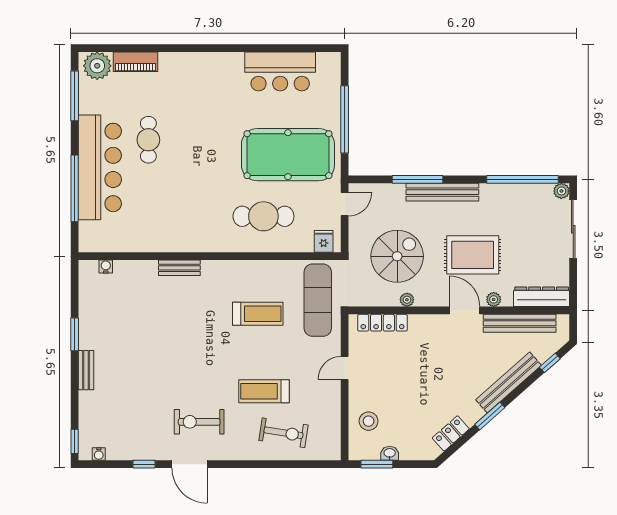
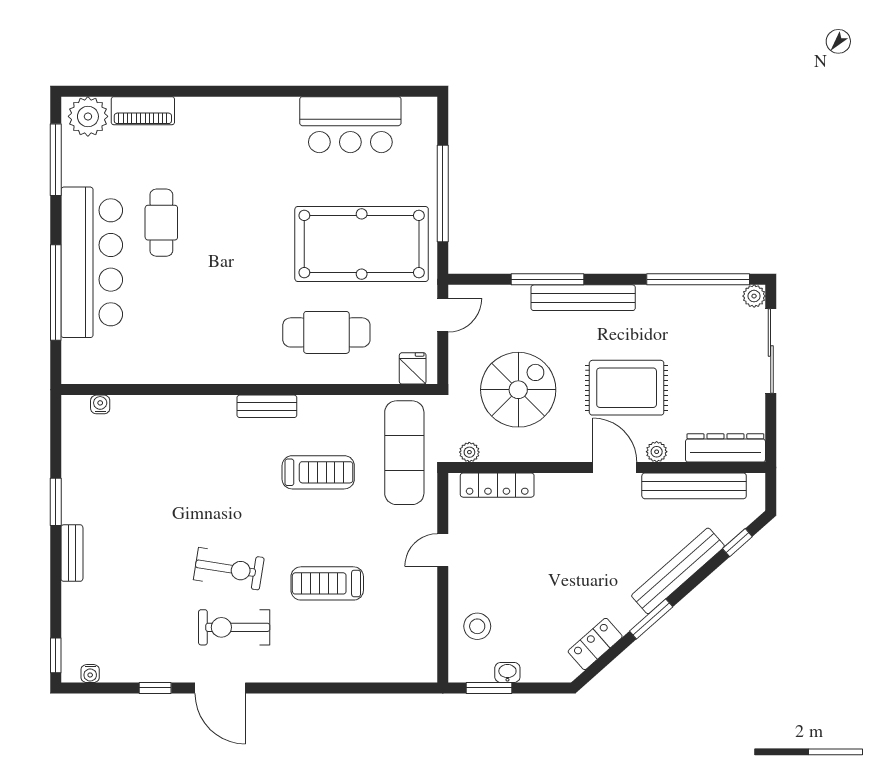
bench: (179, 268) -> (267, 406), moved
plant: (407, 300) -> (469, 452), moved
exercise bike: (283, 433) -> (229, 569), moved

